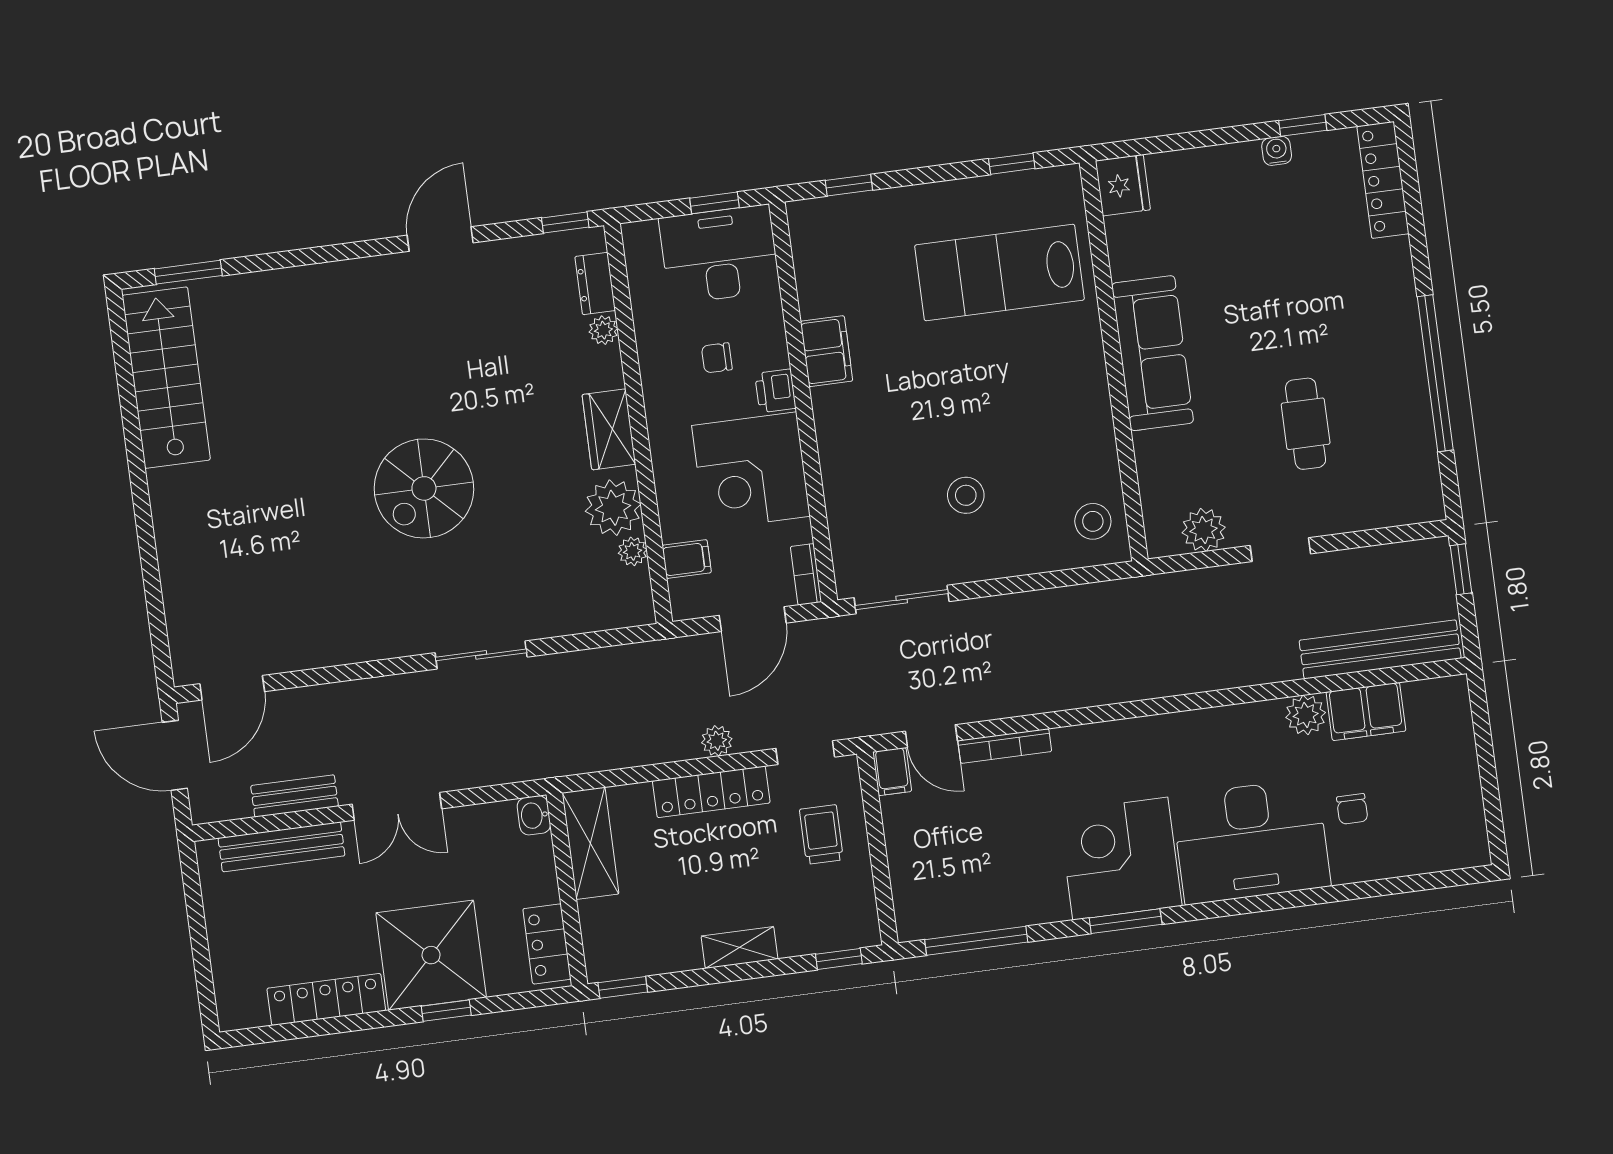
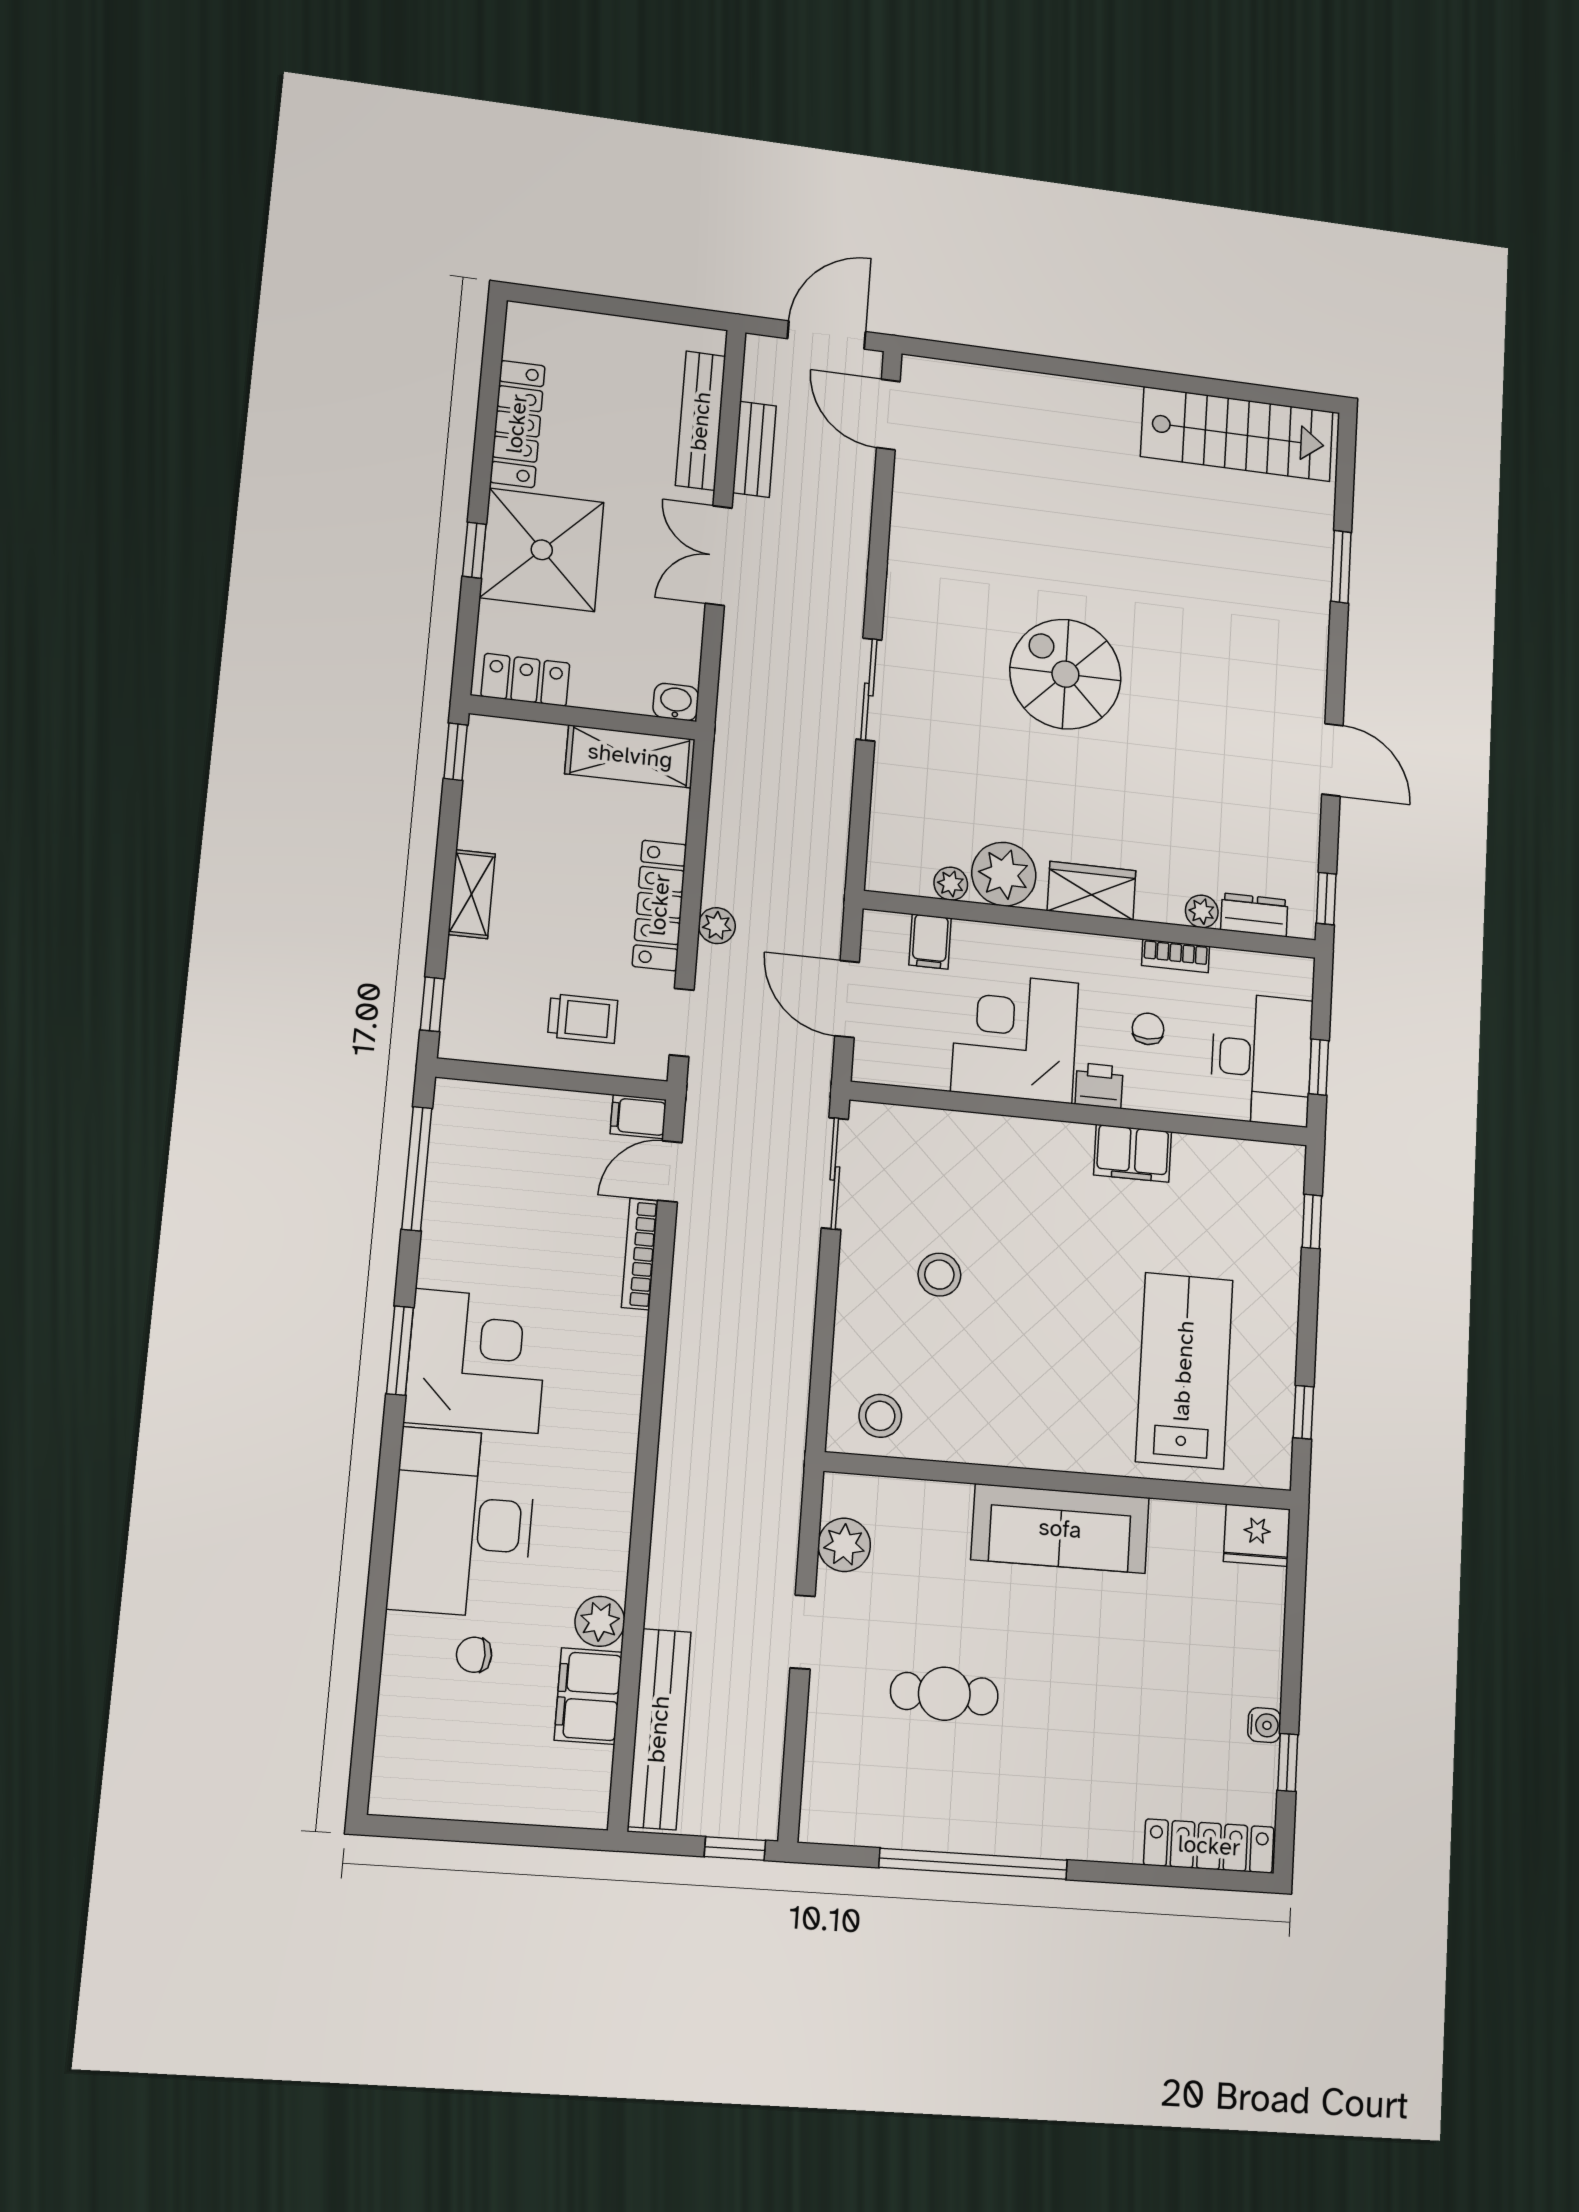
window: (188, 272) -> (1341, 567), moved
bookcase: (806, 574) -> (1176, 956), moved, turned 180

